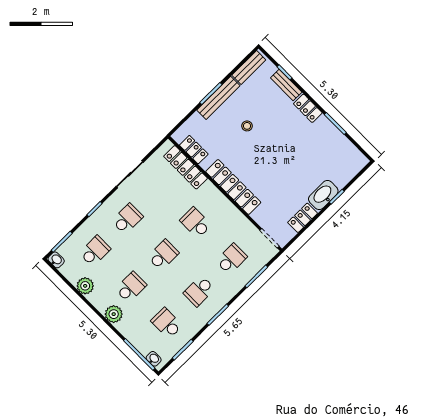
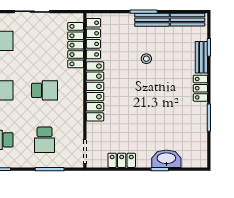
bench: (218, 98) -> (152, 20), width x0.73
locker: (194, 150) -> (93, 39), width x1.53
washbasin: (323, 195) -> (166, 159), moved
school desk: (196, 223) -> (45, 90), turned 90
school desk: (231, 259) -> (45, 140), turned 90

